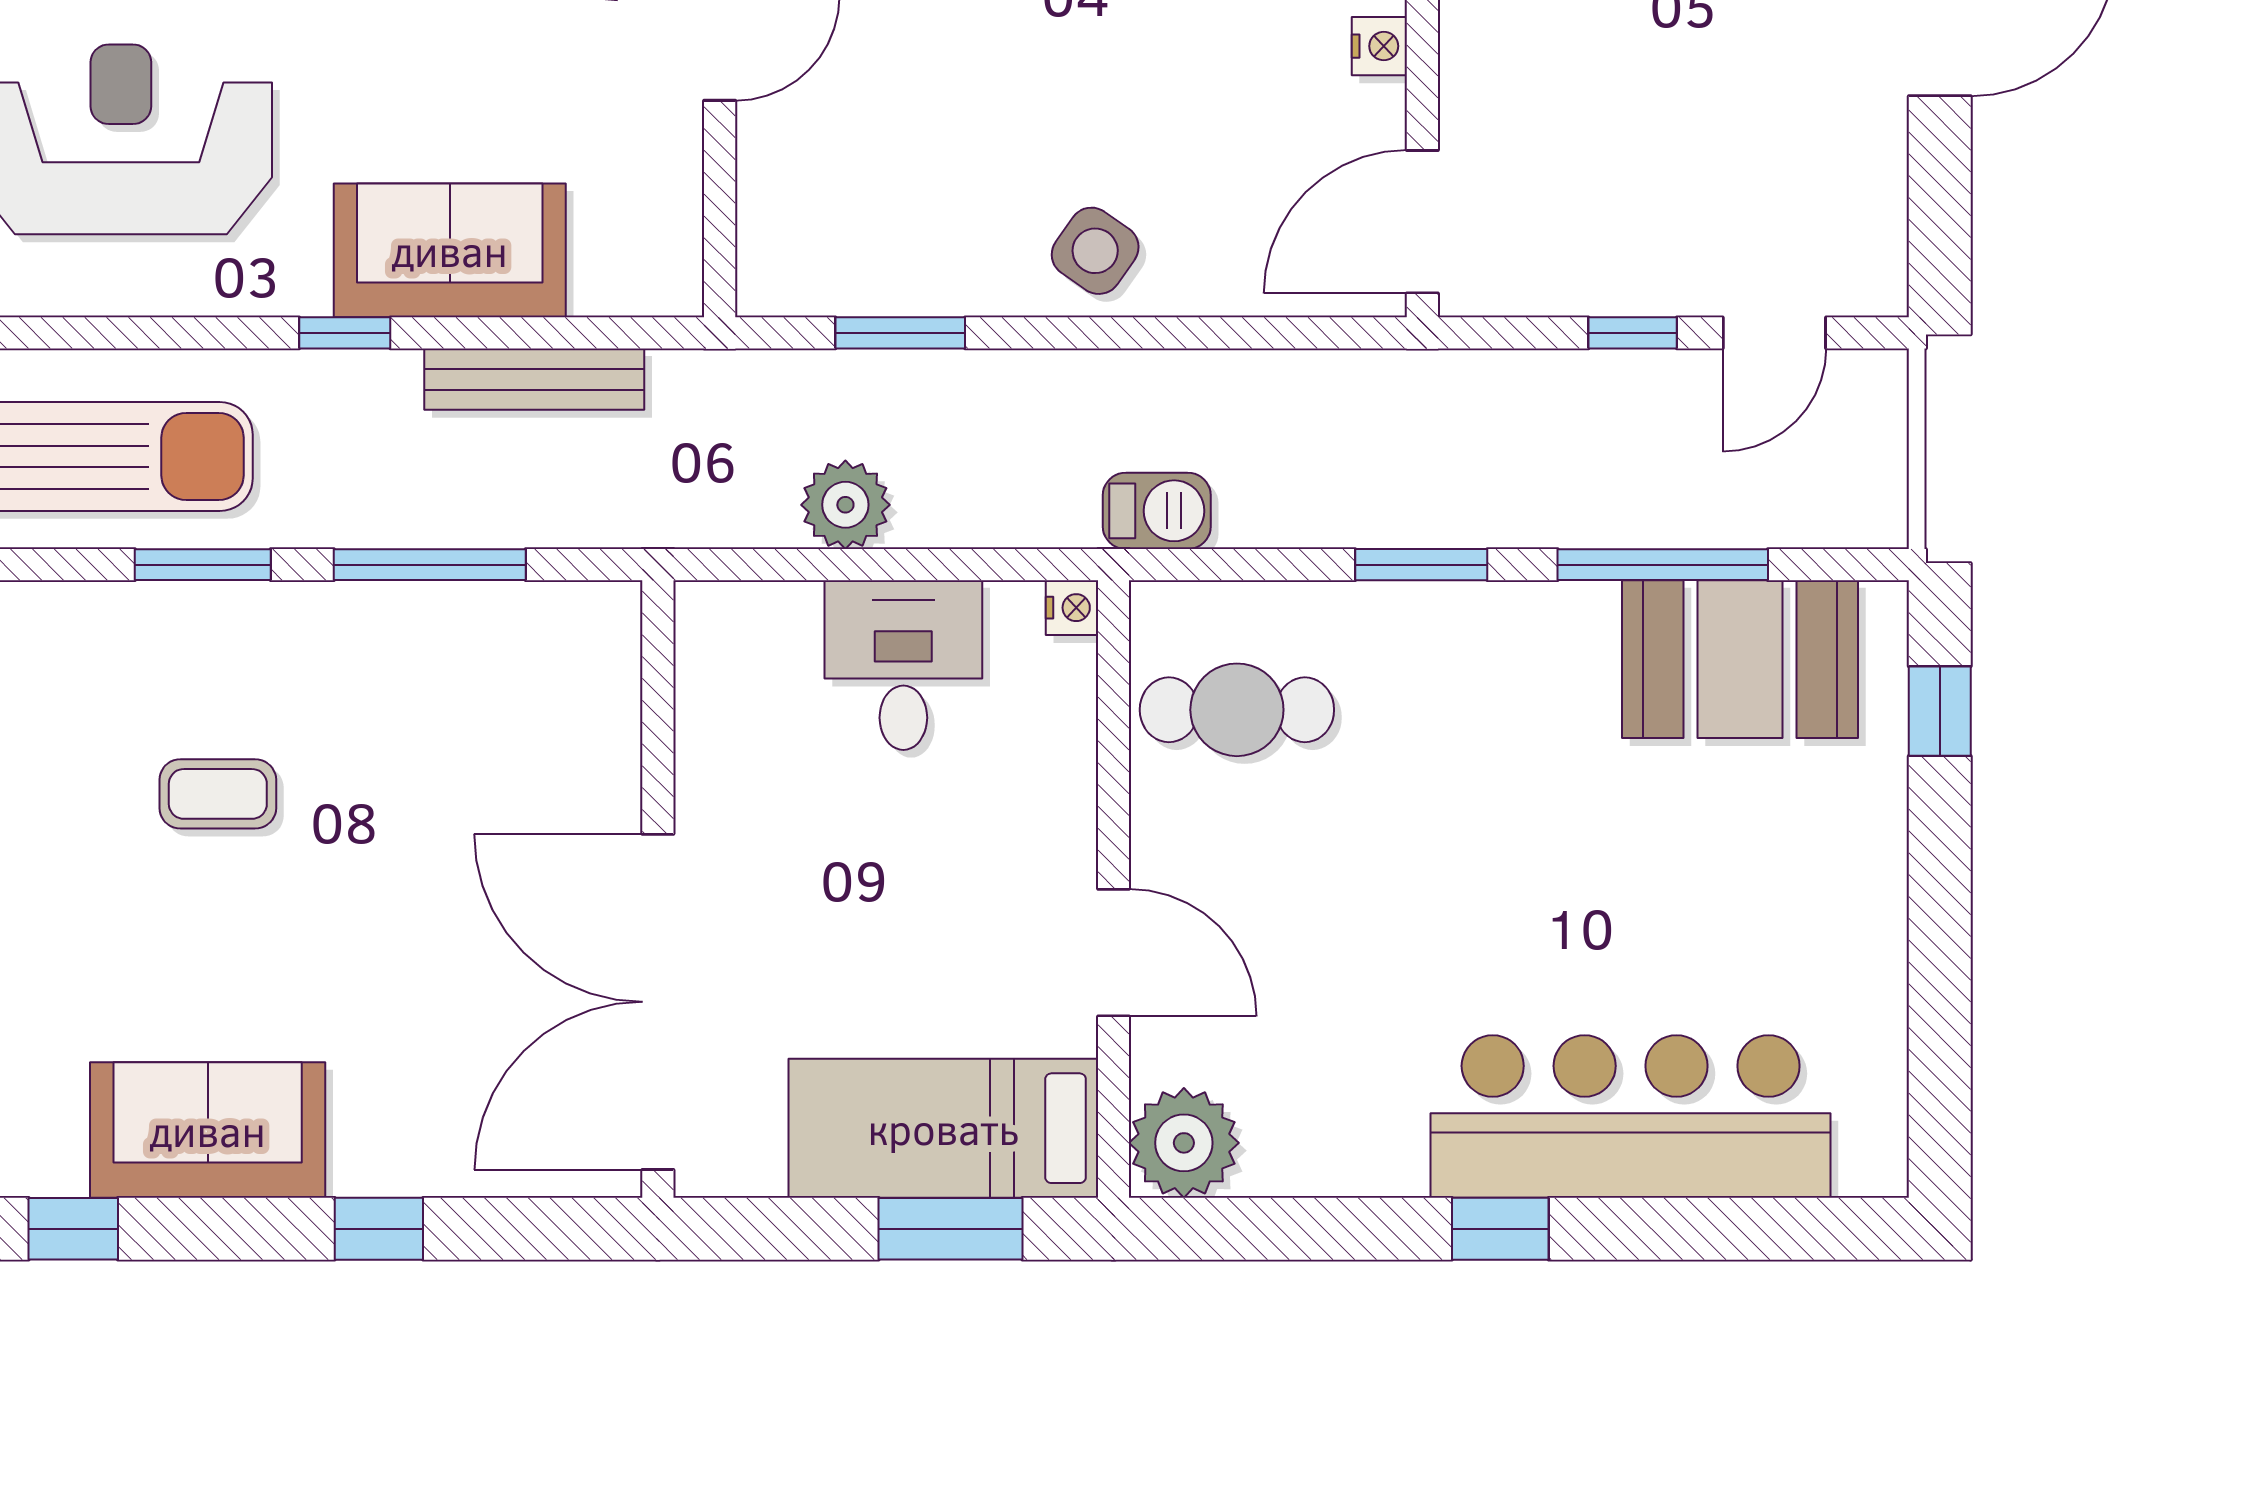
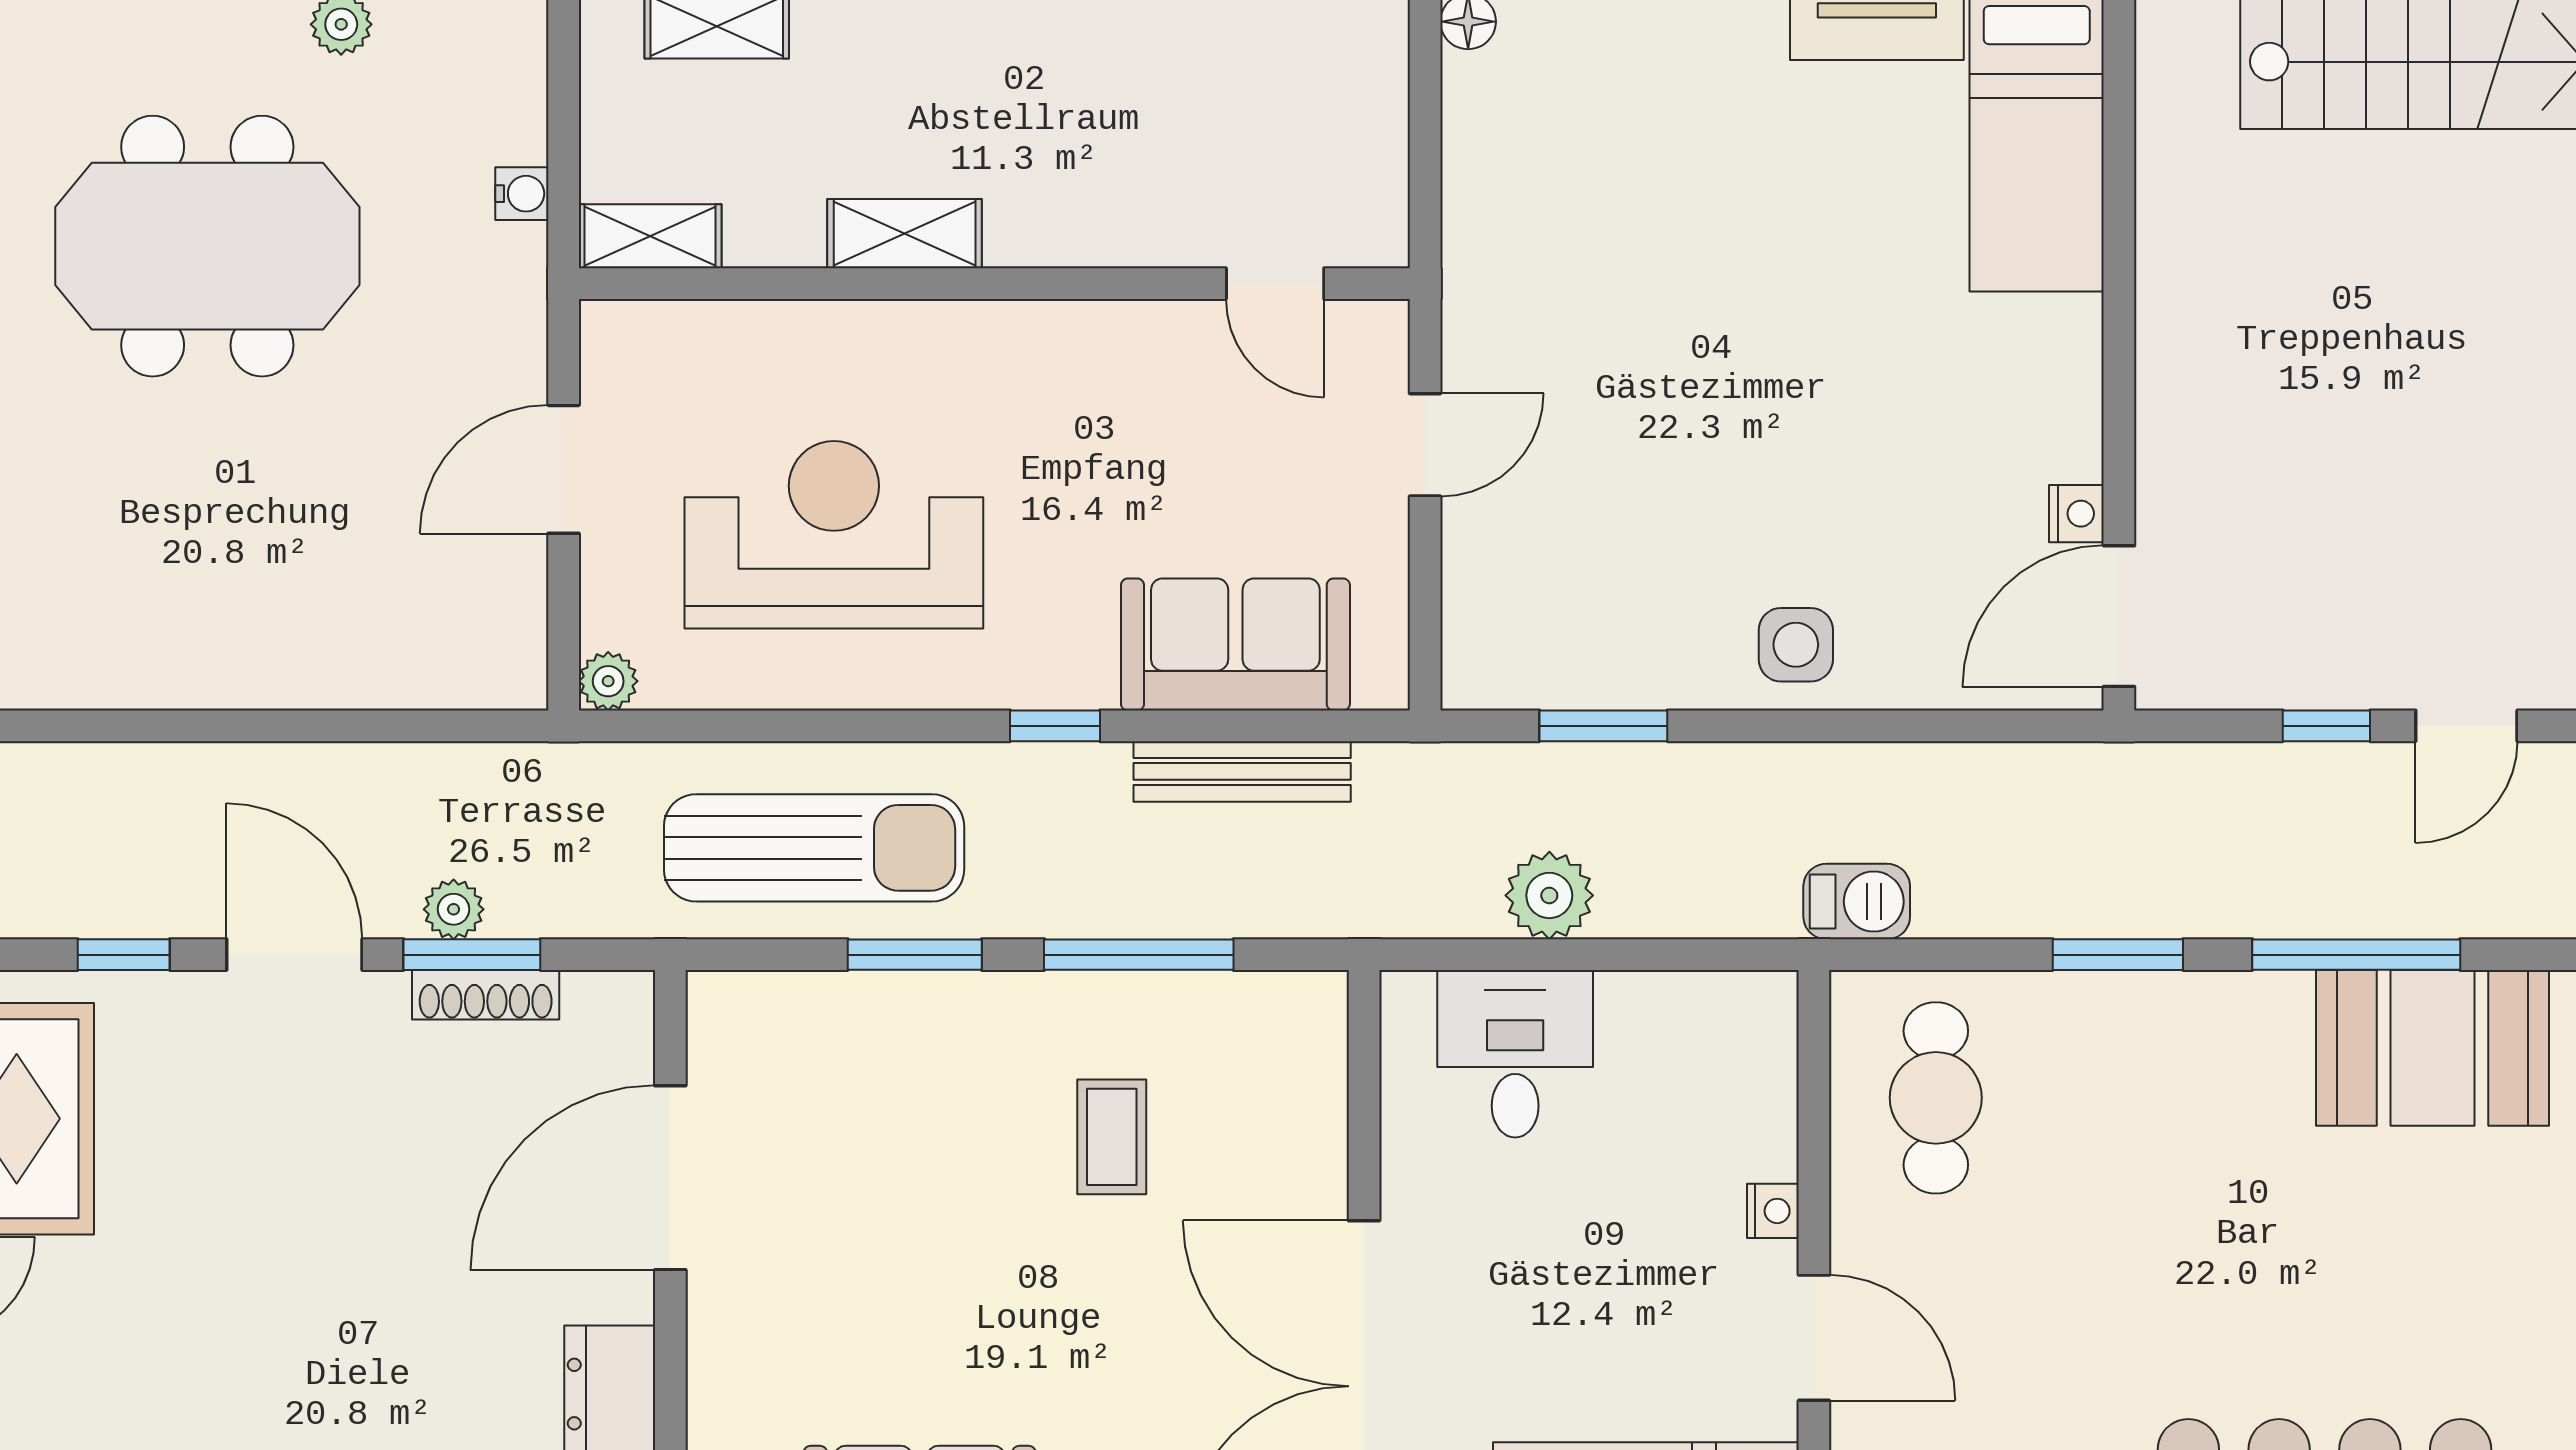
nightstand: (1379, 46) -> (2076, 514), moved
sofa: (450, 250) -> (1235, 644), moved
side table: (1095, 251) -> (1796, 645), turned -35
nightstand: (1072, 608) -> (1773, 1211), moved
desk: (903, 665) -> (1515, 1054), moved
cafe table: (1237, 710) -> (1936, 1098), turned 90
coffee table: (218, 794) -> (1112, 1137), moved, turned 90

